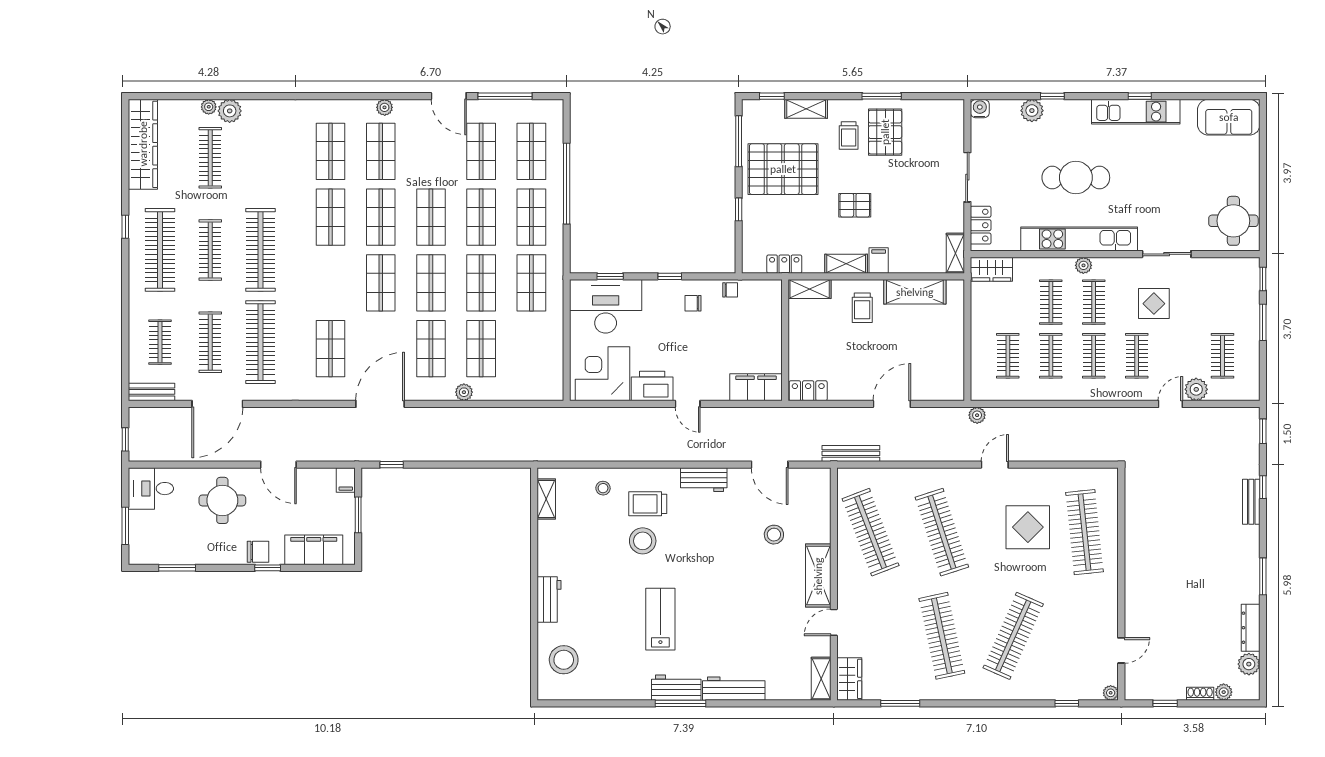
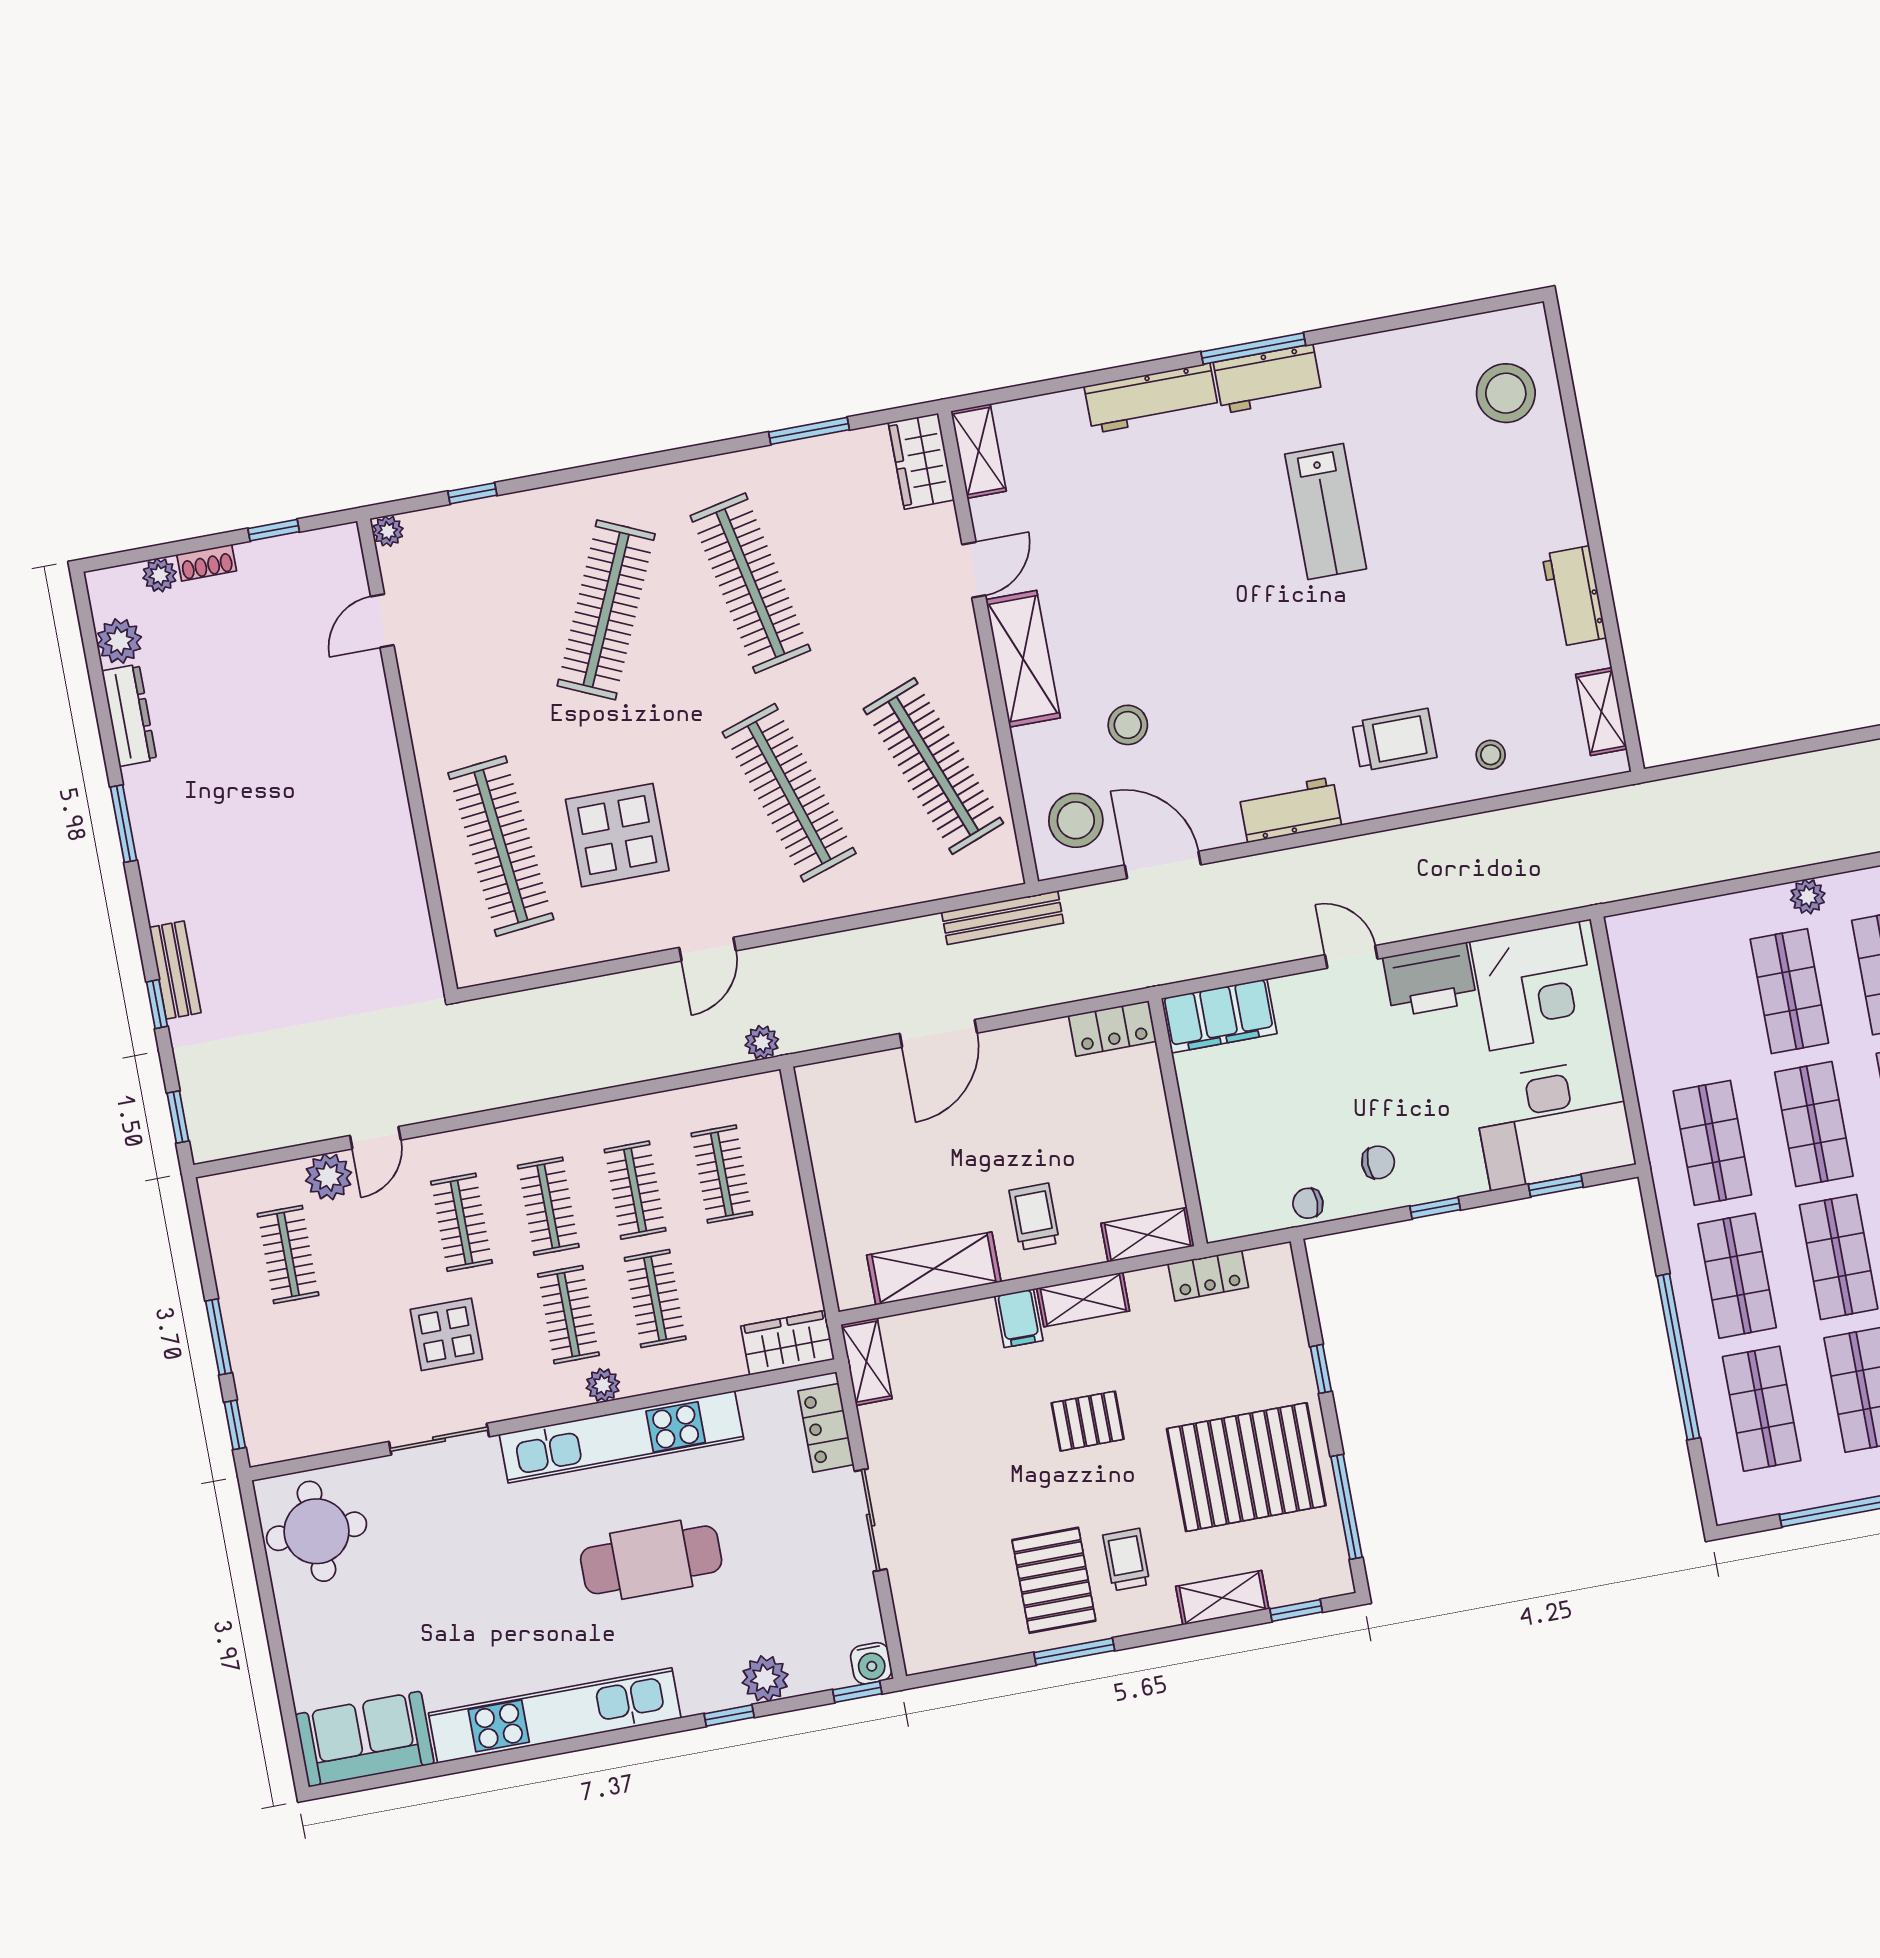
window: (1140, 96) -> (857, 1692), moved
kitchen unit: (1136, 112) -> (555, 1715), width x1.36
stool: (643, 541) -> (1076, 820), moved
workbench: (549, 599) -> (1574, 596), moved

